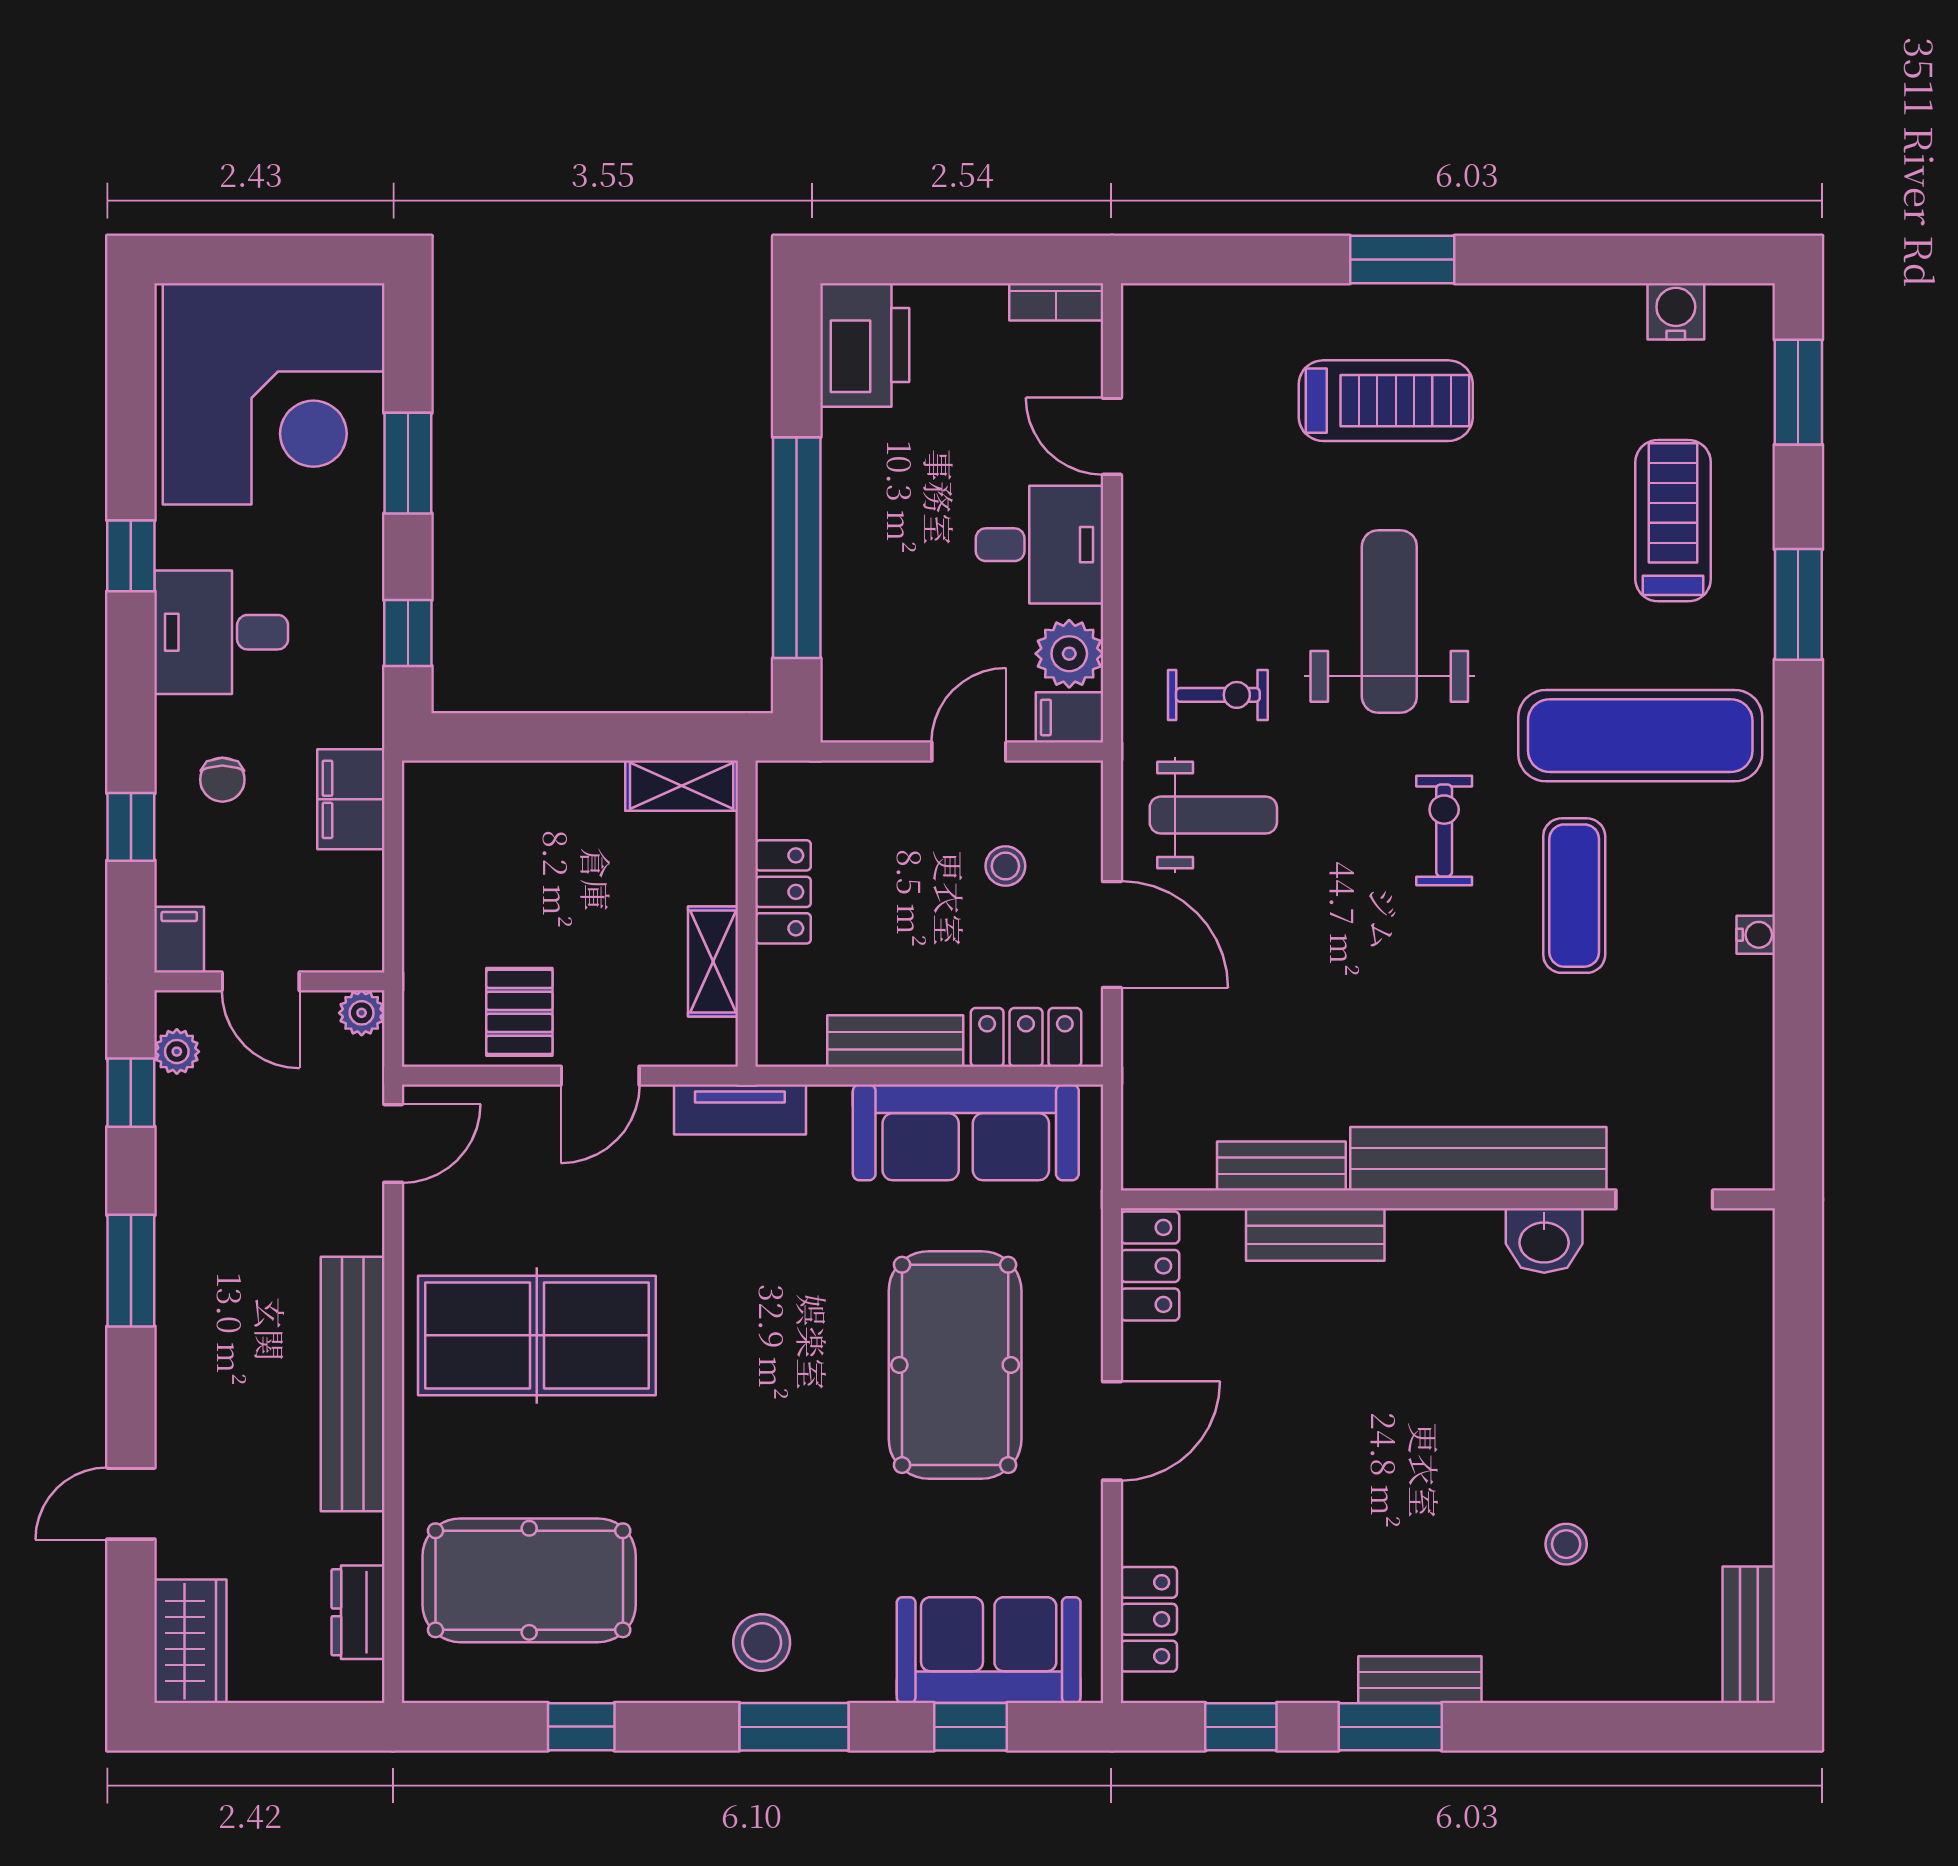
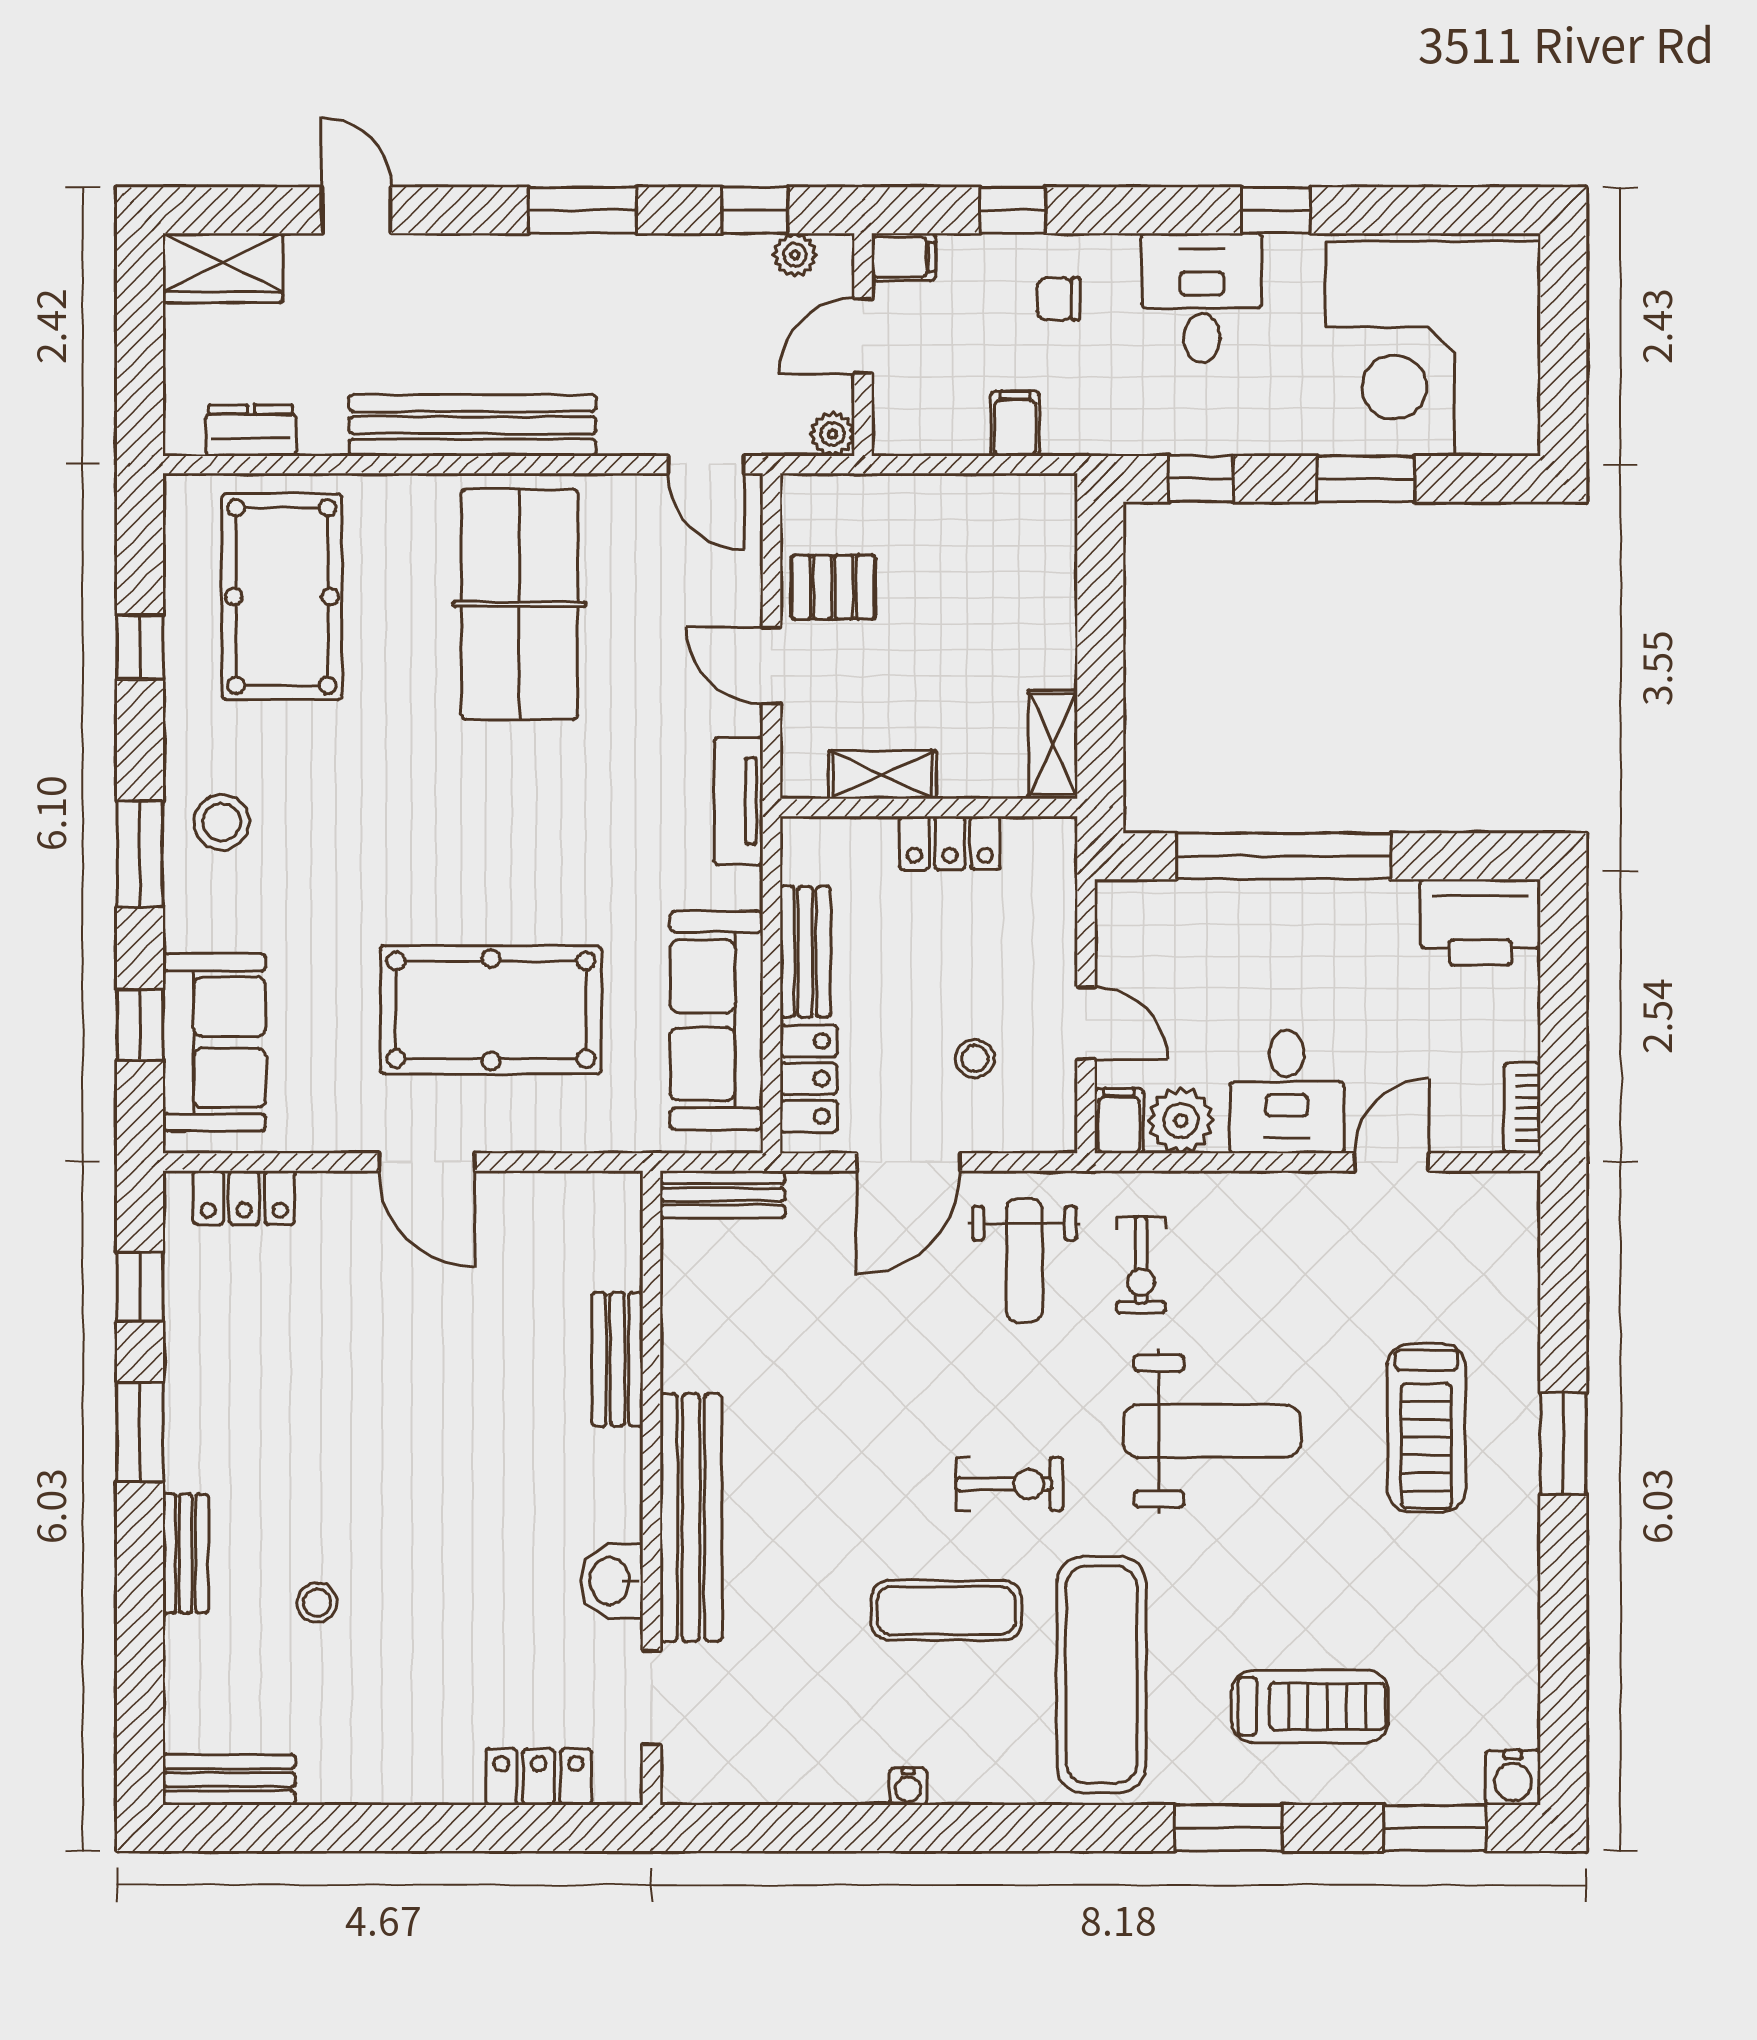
water cooler: (1676, 311) -> (1513, 1778), moved, turned 90
filing cabinet: (351, 799) -> (1015, 424), width x0.50
bench: (1281, 1166) -> (722, 1194), moved, turned 90
locker: (1150, 1266) -> (539, 1777), moved, turned 180
bench: (1420, 1680) -> (186, 1553), moved

